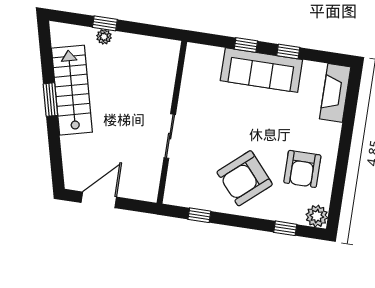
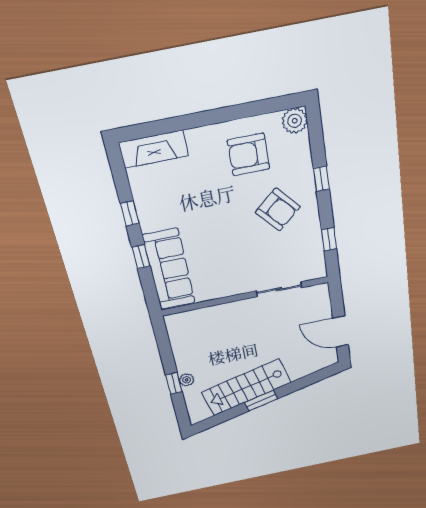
sofa: (261, 70) -> (169, 269), moved
sliding door: (170, 136) -> (279, 289), moved
armchair: (302, 169) -> (249, 155), turned 180
armchair: (245, 178) -> (278, 210), width x0.73, depth x0.73
window: (285, 228) -> (321, 179), moved

